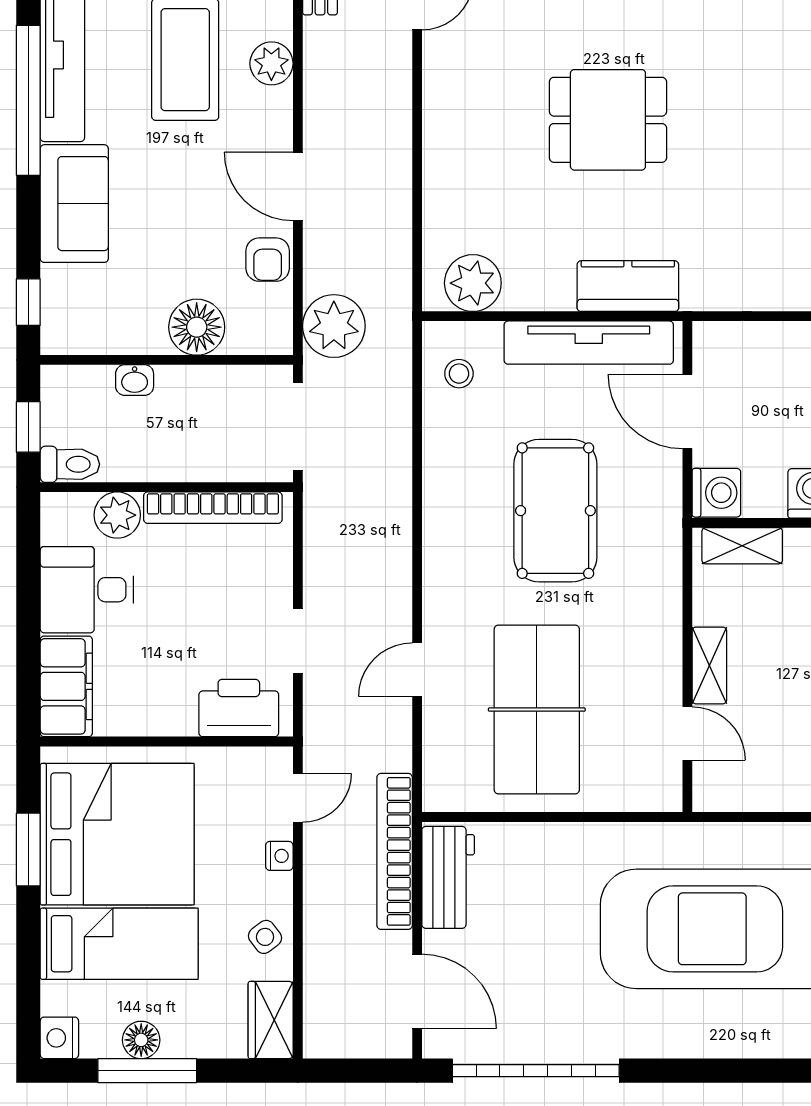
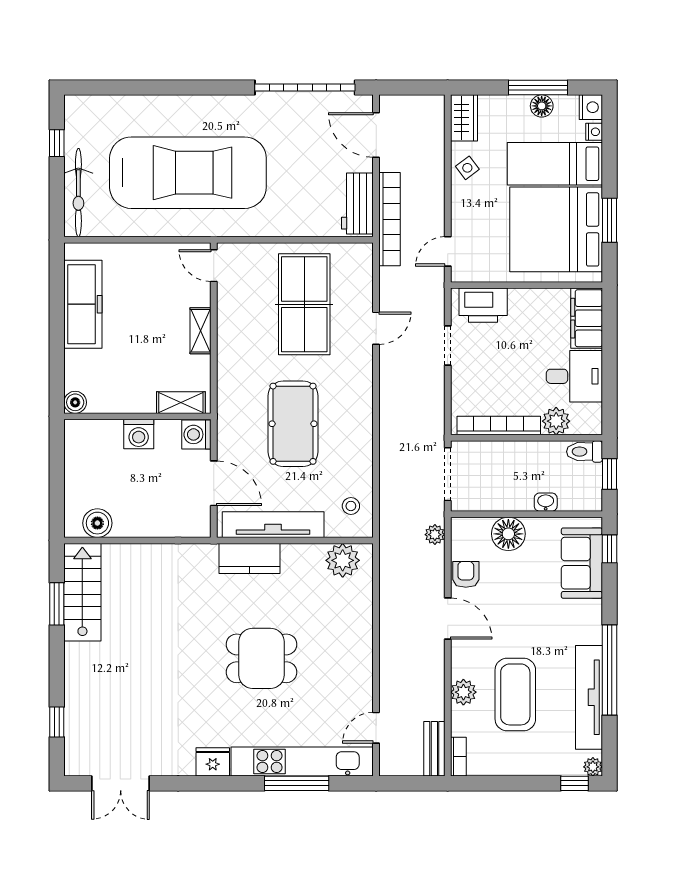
sofa: (74, 204) -> (582, 563), moved
plant: (334, 326) -> (435, 535), width x0.53, depth x0.53
door: (687, 734) -> (214, 266), moved
nightstand: (279, 856) -> (594, 132), moved, turned 180

